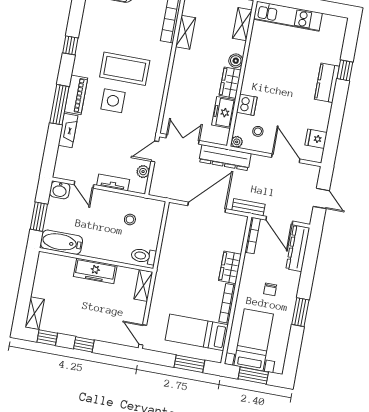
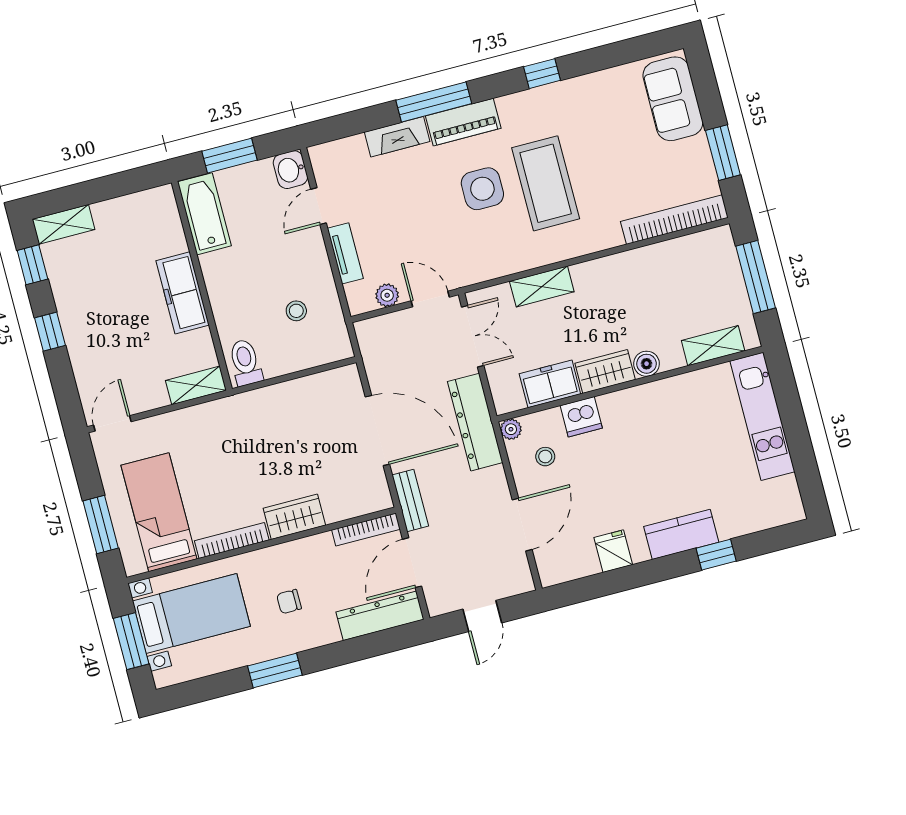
shelving: (186, 32) -> (542, 287), moved
fridge: (316, 139) -> (613, 551), moved

